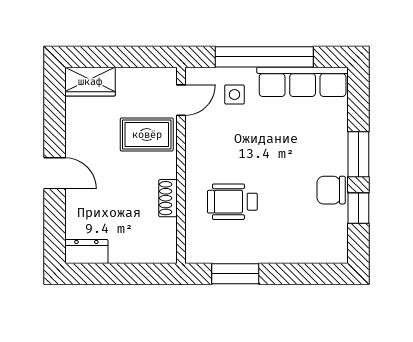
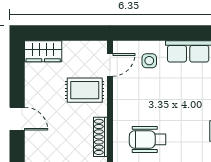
window: (264, 57) -> (171, 33), removed
shoe rack: (168, 198) -> (100, 137), width x1.43

